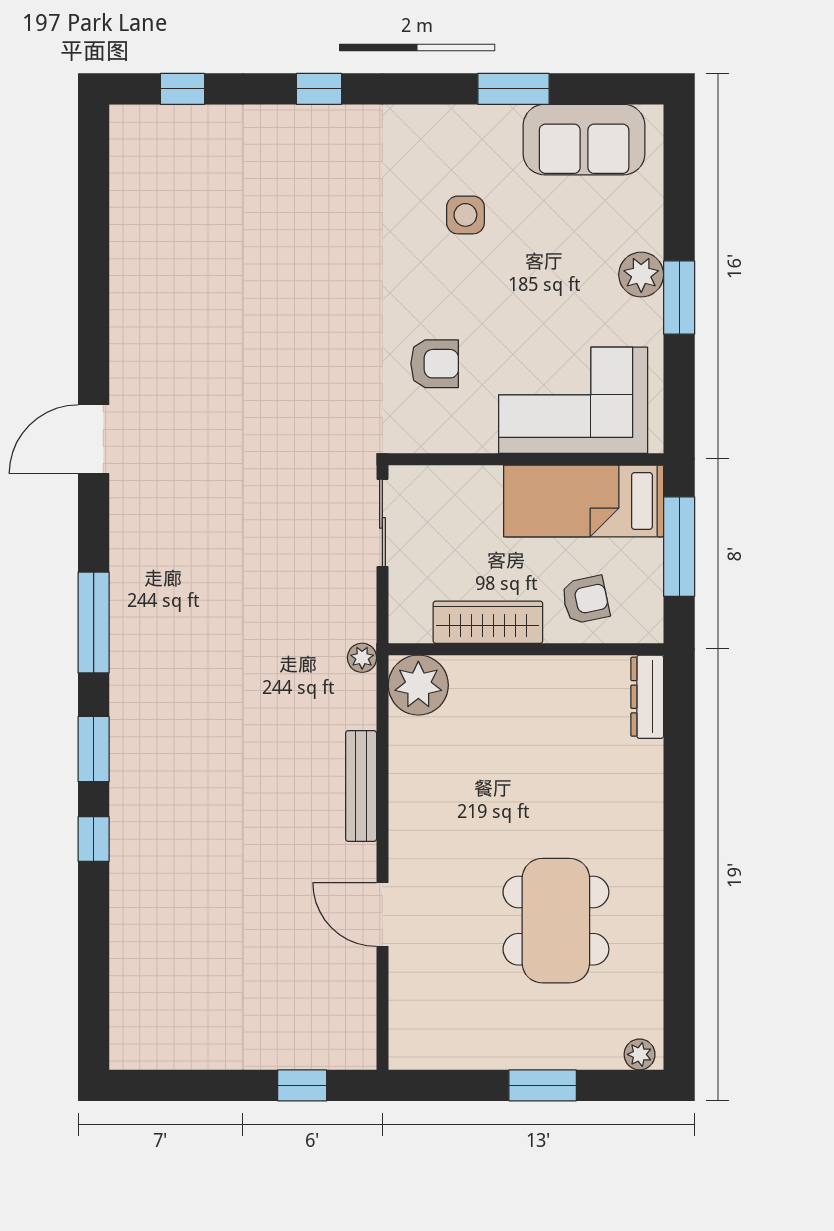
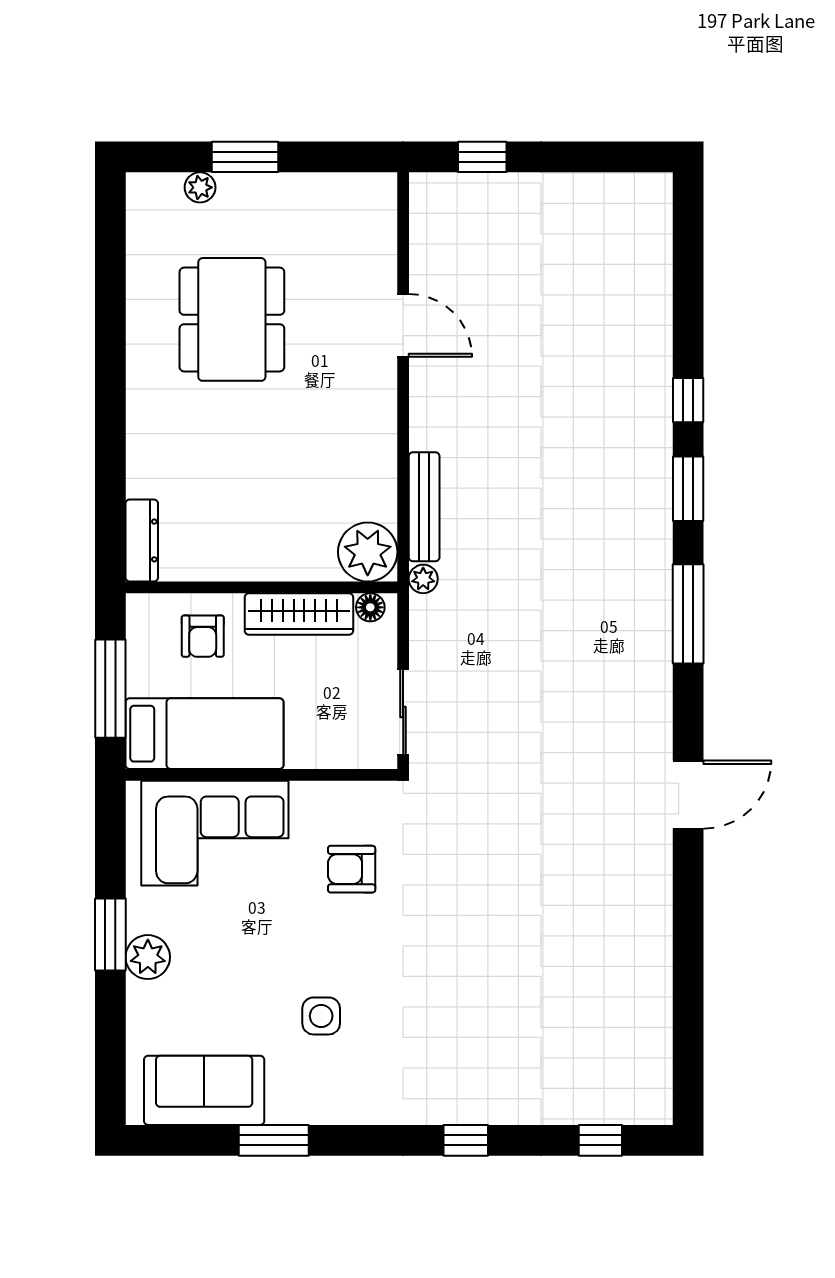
armchair: (585, 600) -> (203, 636), turned -78
floor lamp: (416, 629) -> (370, 607), added
bench: (361, 786) -> (424, 507), moved
plant: (640, 1054) -> (200, 187), moved

